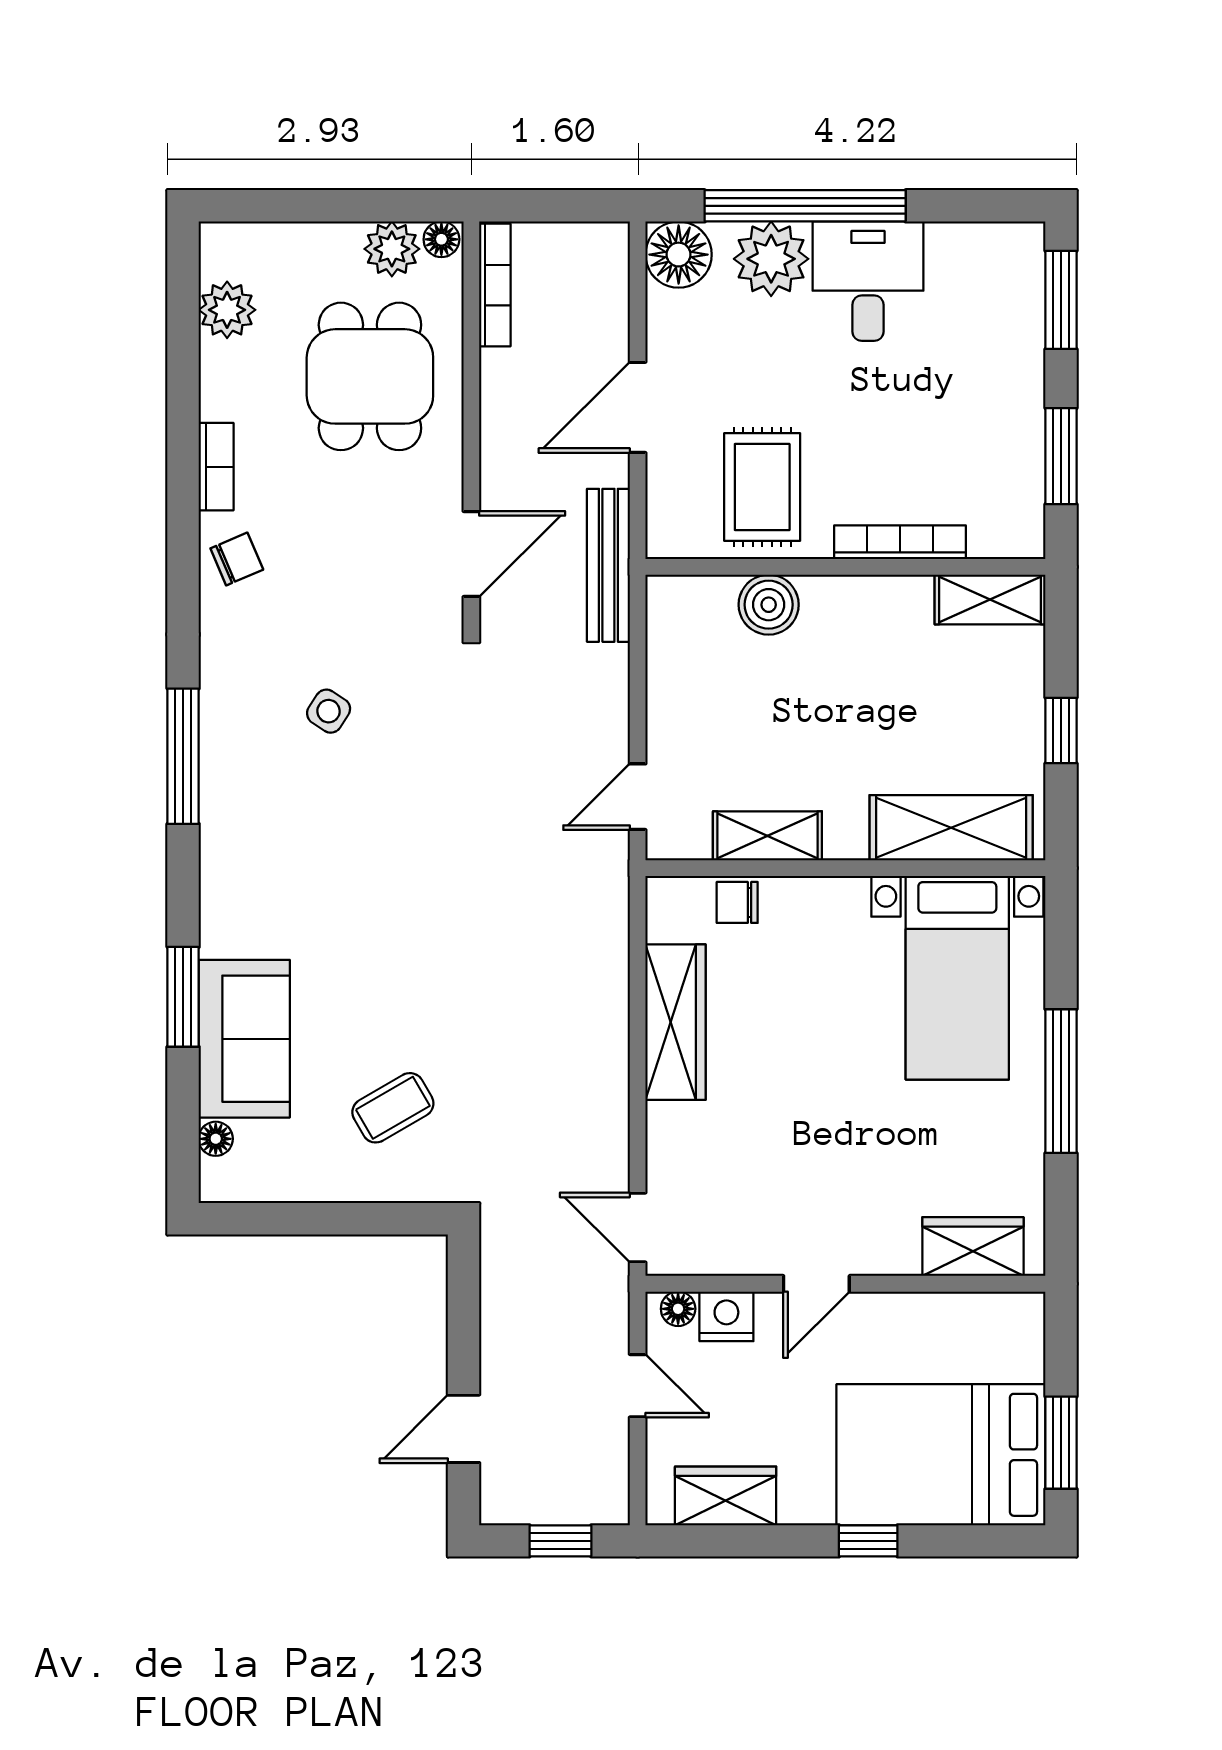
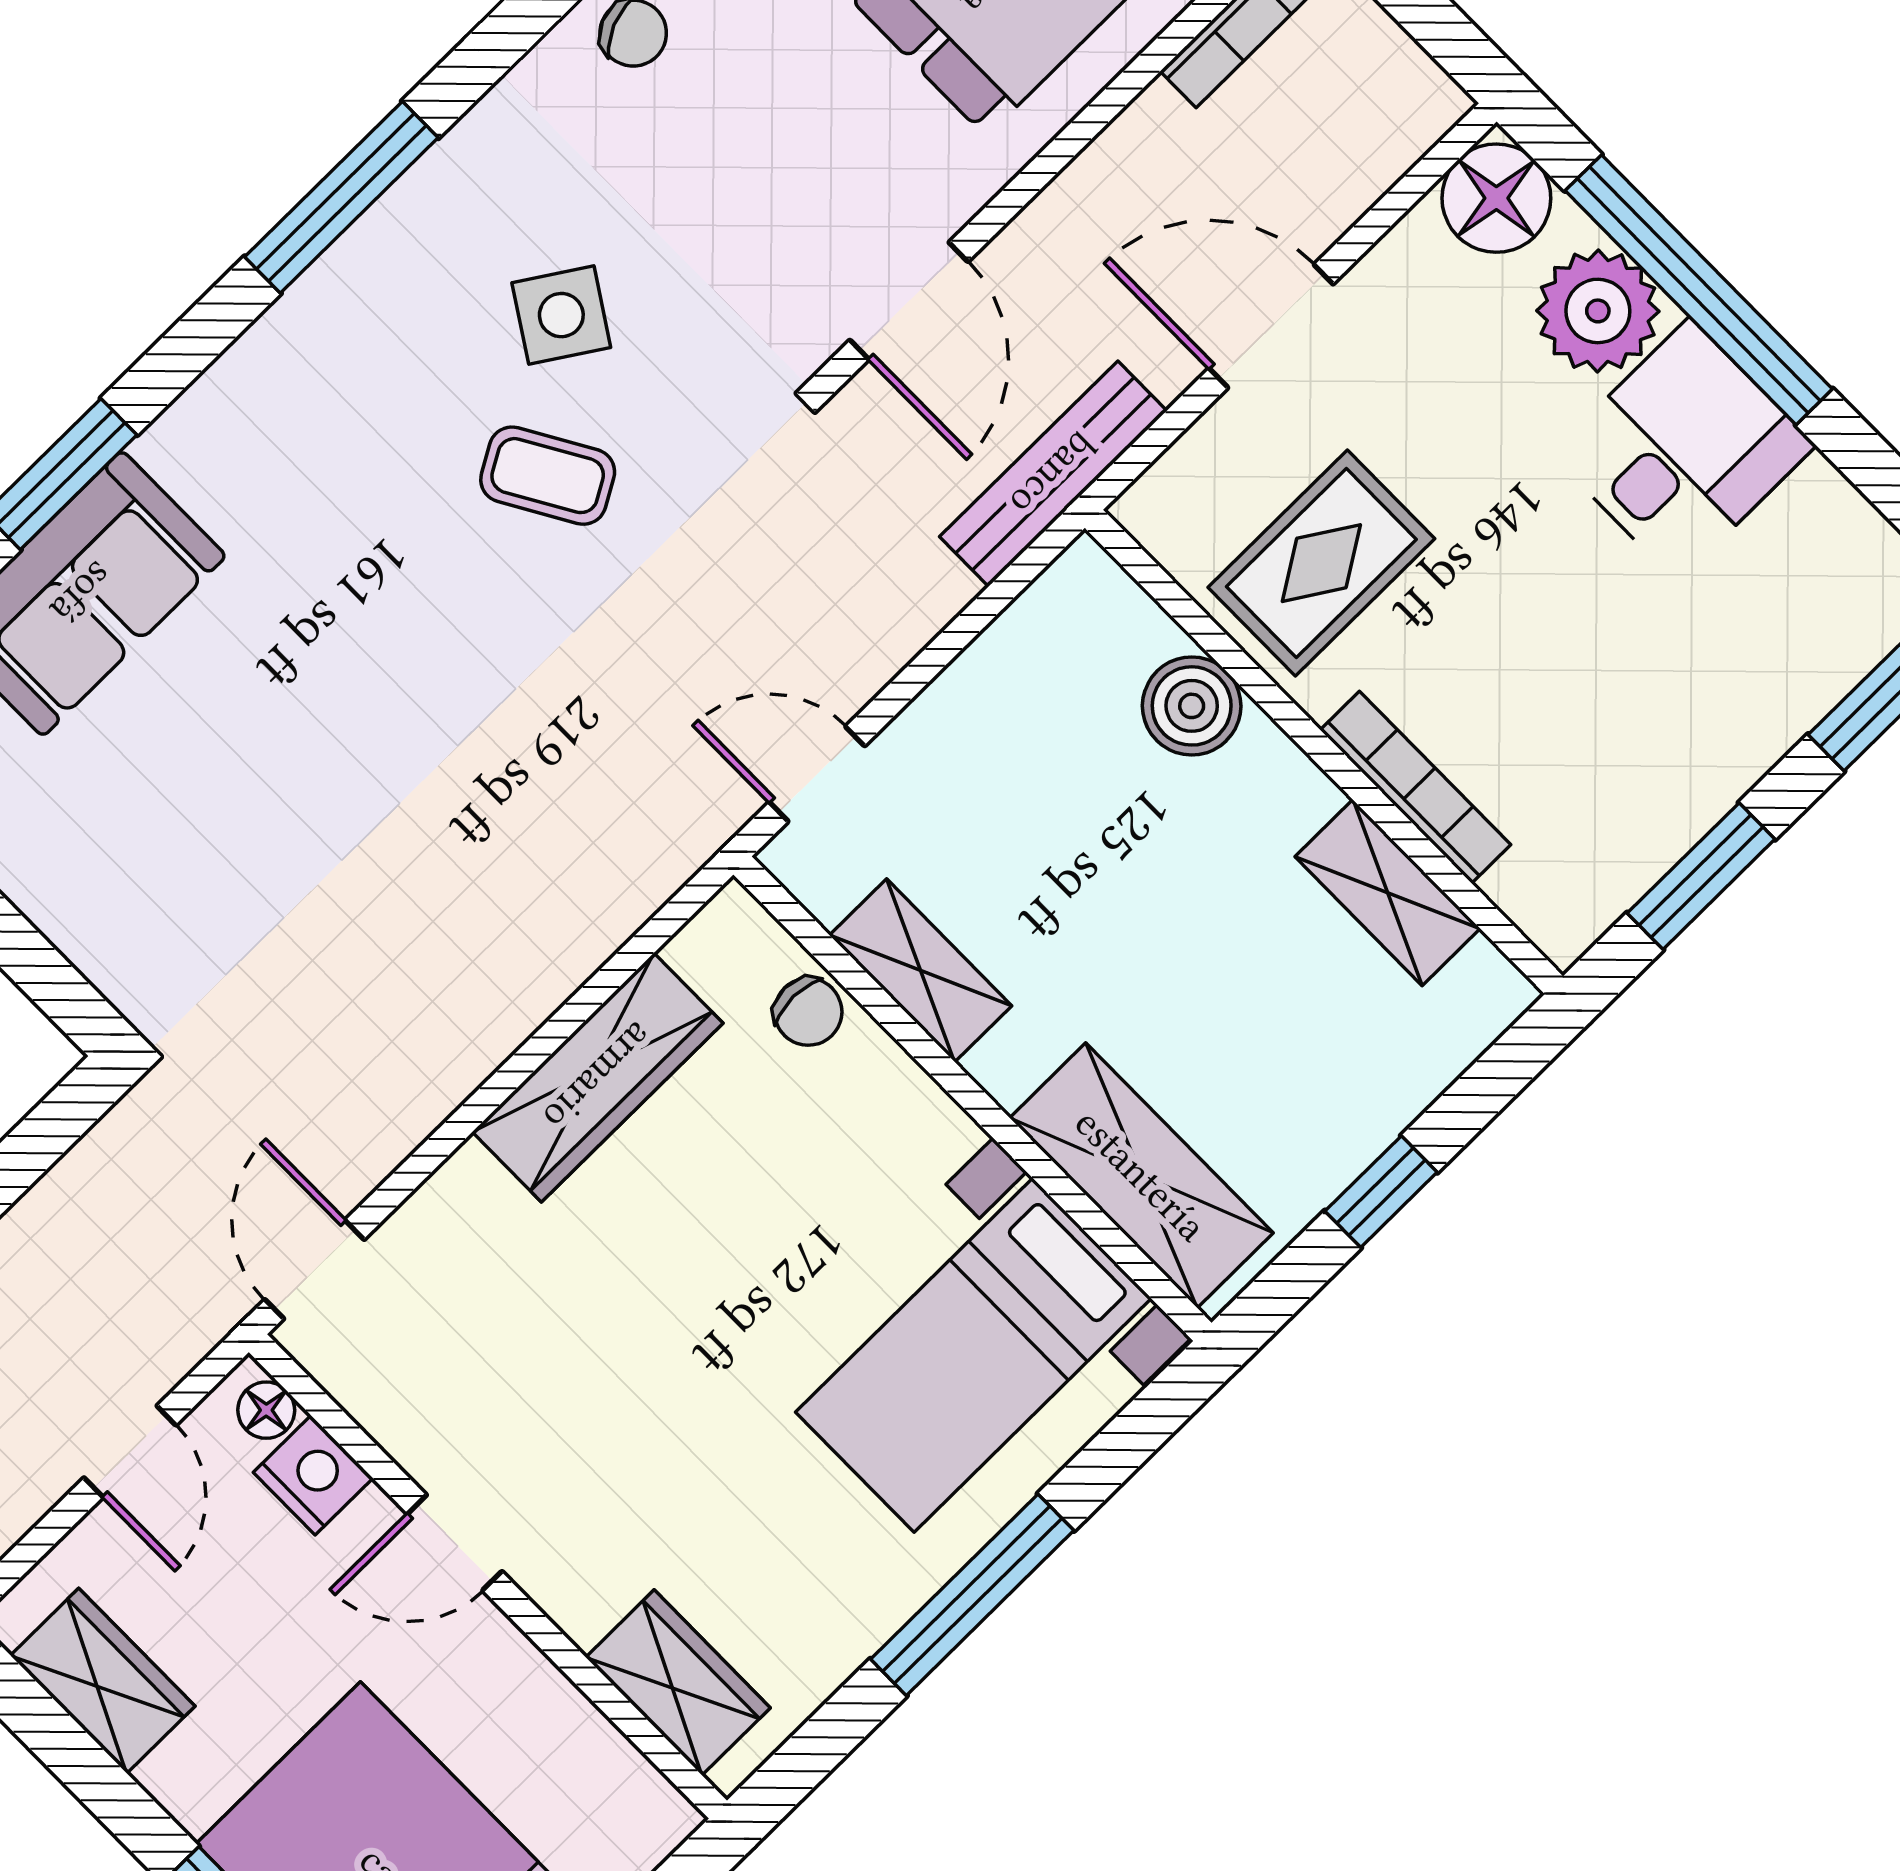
door: (471, 554) -> (909, 301), hinge flipped
shelving: (990, 600) -> (1387, 893), moved
side table: (329, 711) -> (561, 315), width x1.37, depth x1.37
chair: (737, 902) -> (808, 1012), turned 180
coffee table: (393, 1108) -> (548, 476), moved

